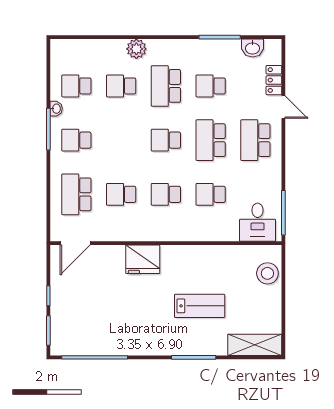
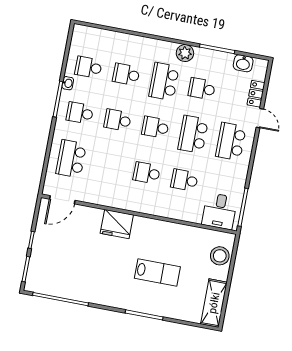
plant: (136, 49) -> (185, 53), moved
school desk: (121, 194) -> (118, 120), moved
shelving: (255, 345) -> (214, 303), moved, turned 90

